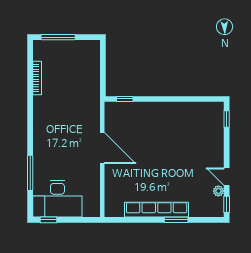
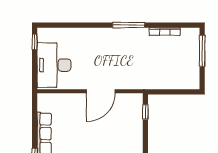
window: (30, 173) -> (129, 25), moved
desk: (57, 199) -> (54, 65), moved

